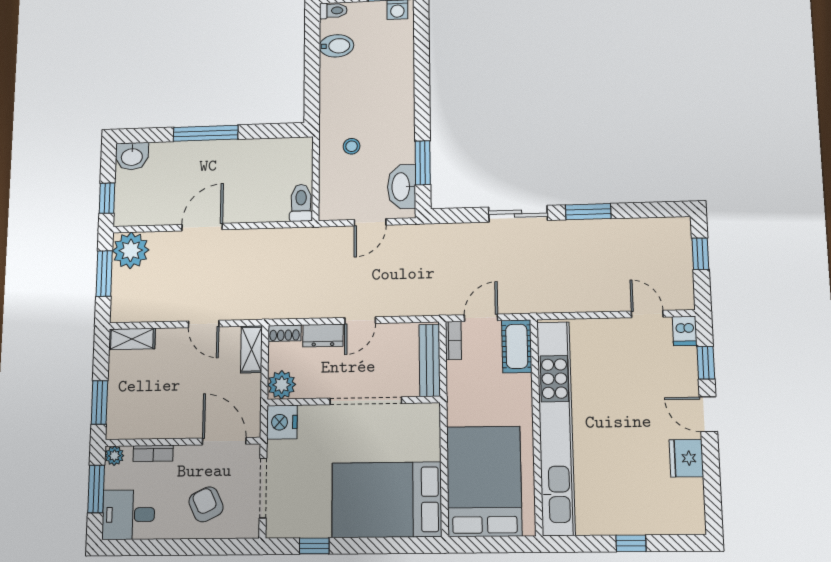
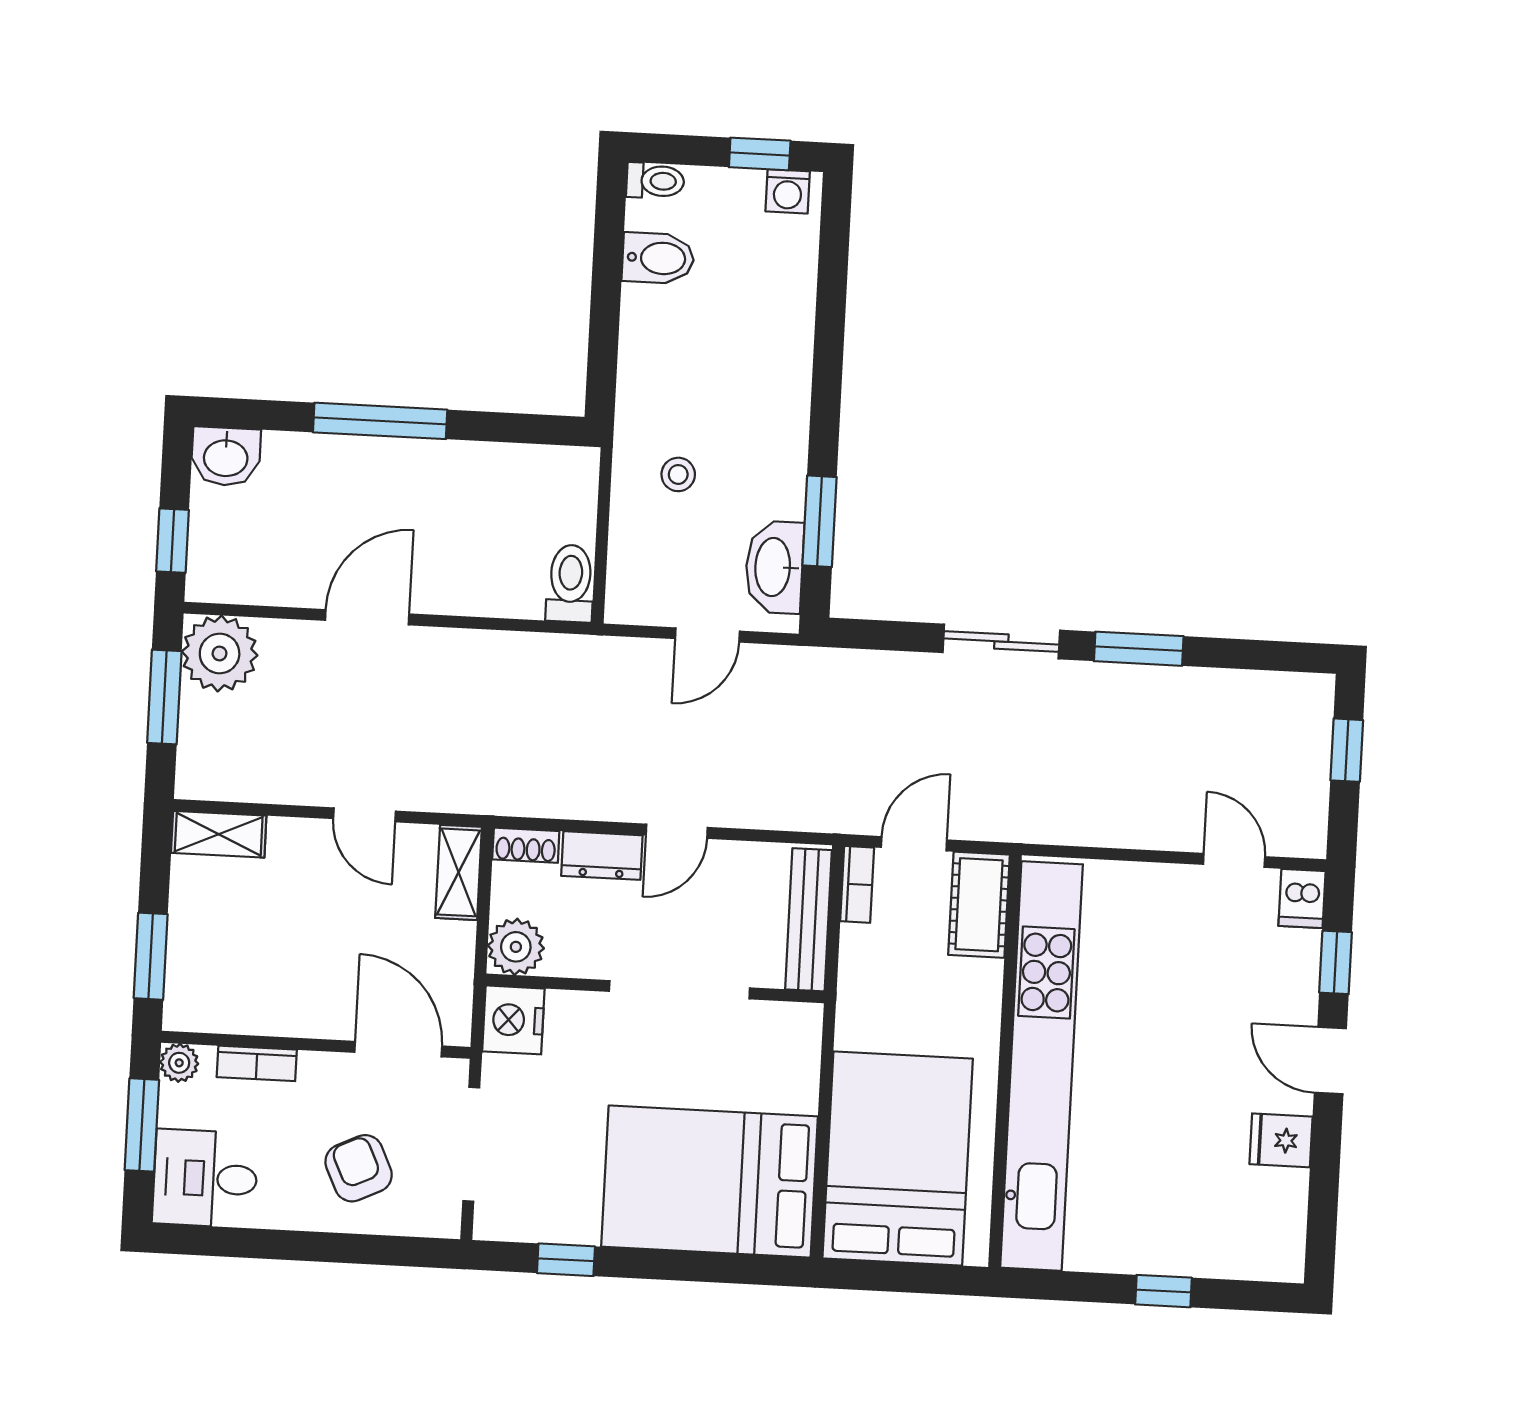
fridge: (686, 458) -> (1281, 1140), width x0.72

